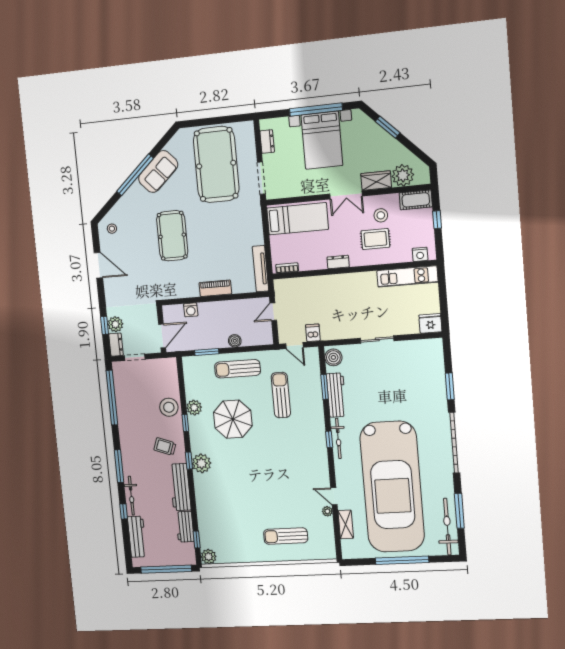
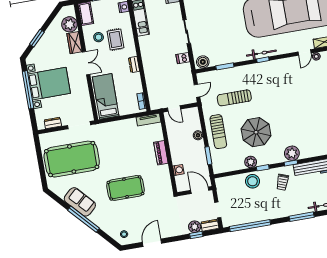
tv unit: (260, 269) -> (149, 120), width x0.71
dishwasher: (313, 333) -> (183, 58), moved
workbench: (336, 395) -> (230, 57), removed

